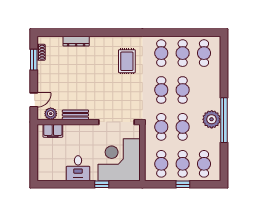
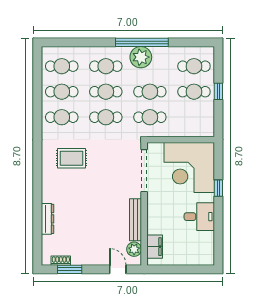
bench: (75, 115) -> (135, 220), width x1.36
cafe table: (161, 164) -> (106, 66), moved

